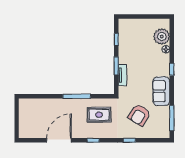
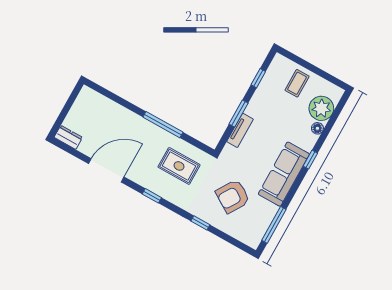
coffee table: (140, 30) -> (297, 83), added
sofa: (161, 91) -> (284, 174), width x1.36
dresser: (27, 134) -> (68, 137), added

